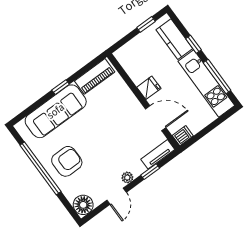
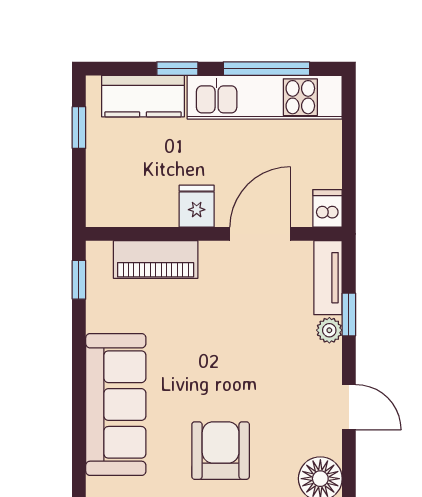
piano: (95, 76) -> (156, 260), moved, turned 90
window: (61, 87) -> (79, 280), moved
plant: (127, 177) -> (329, 330), moved

